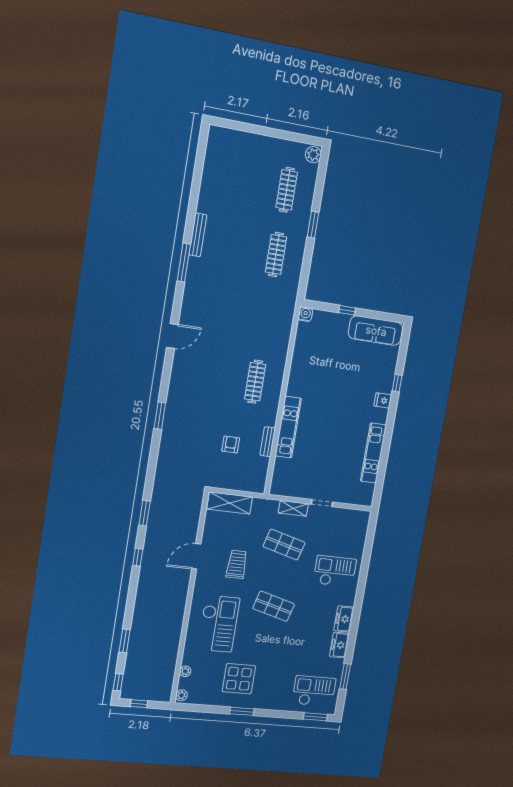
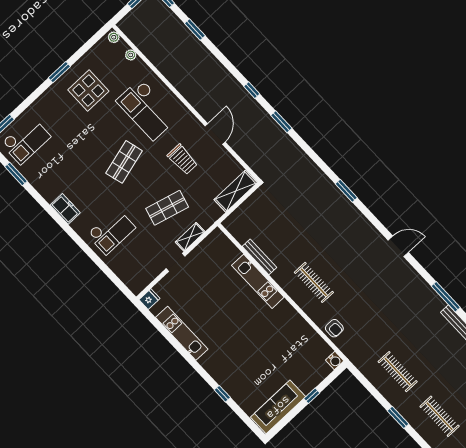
door: (172, 336) -> (398, 246), swing flipped
fridge: (383, 400) -> (149, 299), moved
bench: (268, 442) -> (259, 257), width x1.36
armchair: (231, 444) -> (334, 328), moved
shop shelf: (274, 606) -> (124, 162), turned -30
freezer: (339, 645) -> (47, 189), removed

